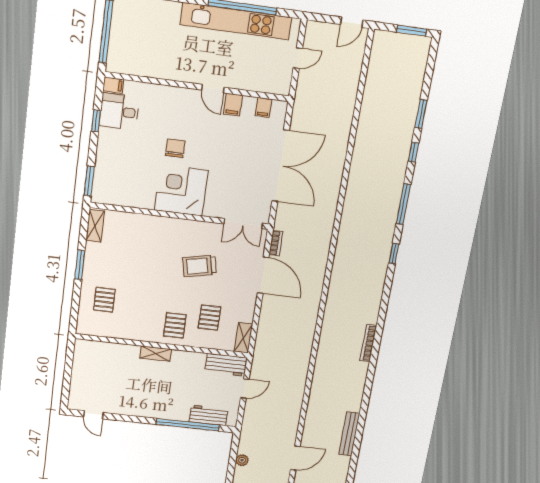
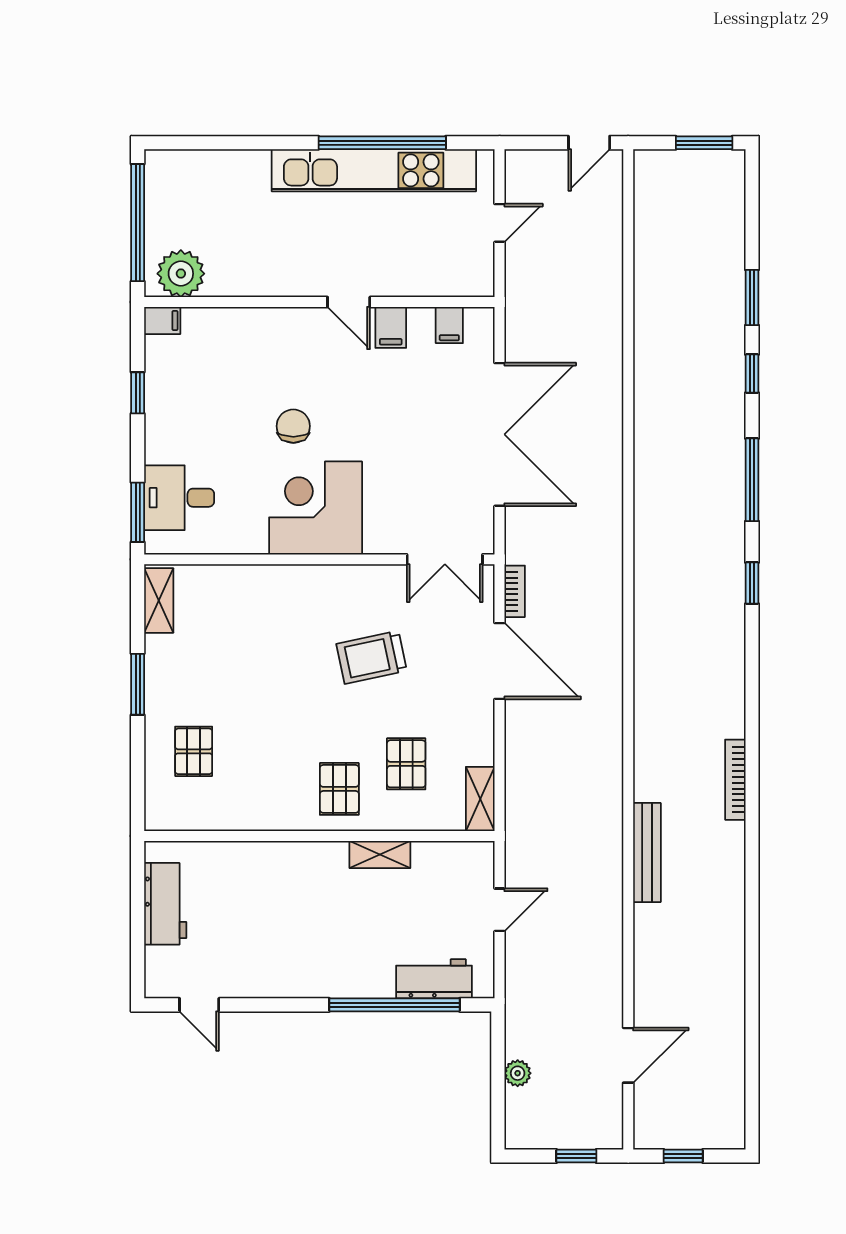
plant: (126, 62) -> (181, 274), added
desk: (119, 111) -> (179, 498), moved
shelving: (156, 354) -> (380, 855), moved
workbench: (226, 365) -> (165, 904), moved, turned -90
bench: (349, 434) -> (647, 853), moved

